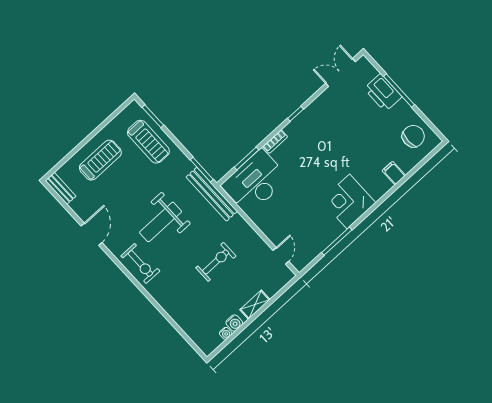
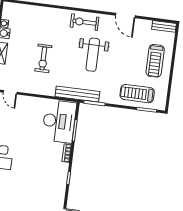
weight bench: (161, 222) -> (93, 55), turned 180

